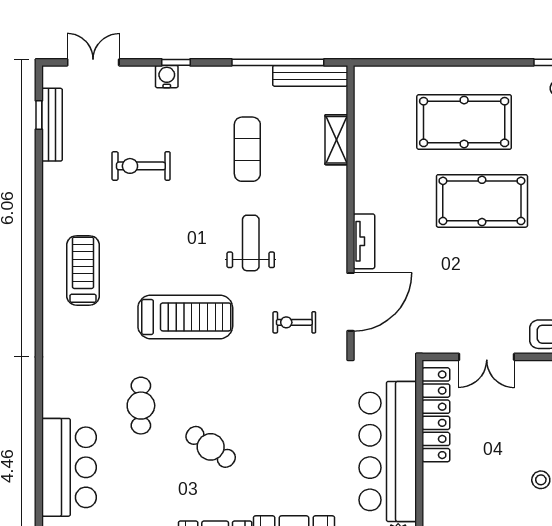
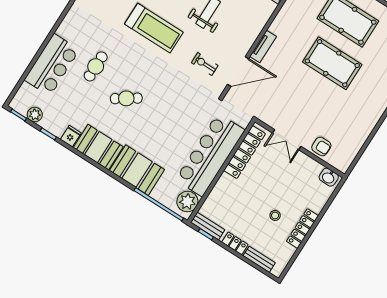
cafe table: (141, 406) -> (96, 66), moved
cafe table: (211, 447) -> (126, 98), turned -70

